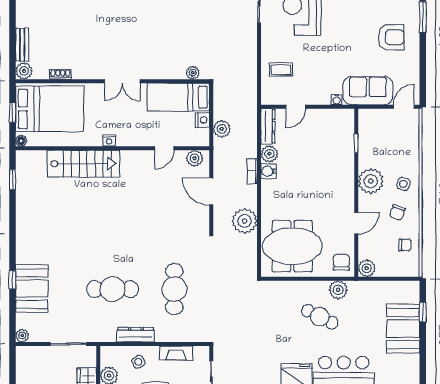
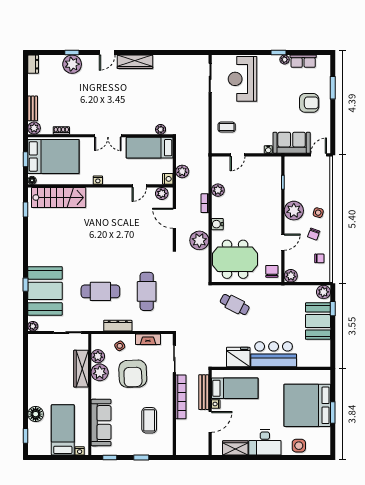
nightstand: (203, 120) -> (168, 179), moved
dresser: (268, 126) -> (217, 170), removed
stairs: (83, 164) -> (59, 197), moved
water cooler: (269, 171) -> (217, 224), moved
booth: (32, 288) -> (45, 291), width x1.36, depth x1.42
plant: (338, 290) -> (324, 292), moved
cafe table: (320, 317) -> (235, 305), moved

